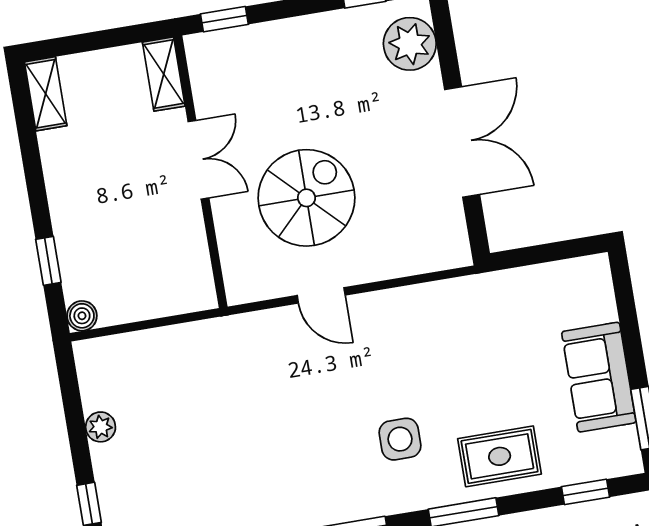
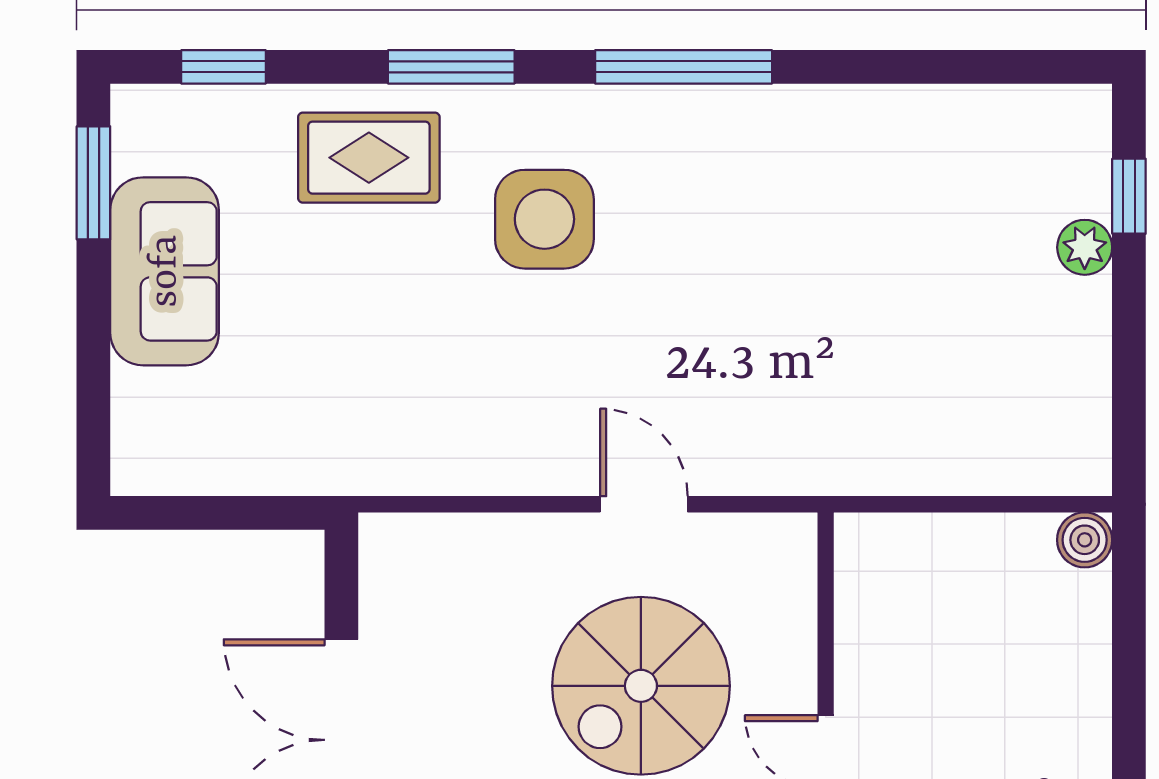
window: (48, 261) -> (1129, 650), removed
plant: (101, 427) -> (1085, 247), moved
side table: (400, 439) -> (544, 219), width x1.37, depth x1.37

